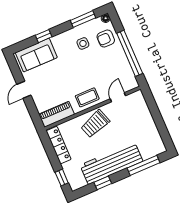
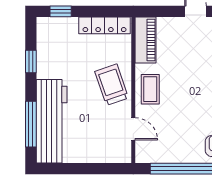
workbench: (111, 163) -> (52, 121), moved

